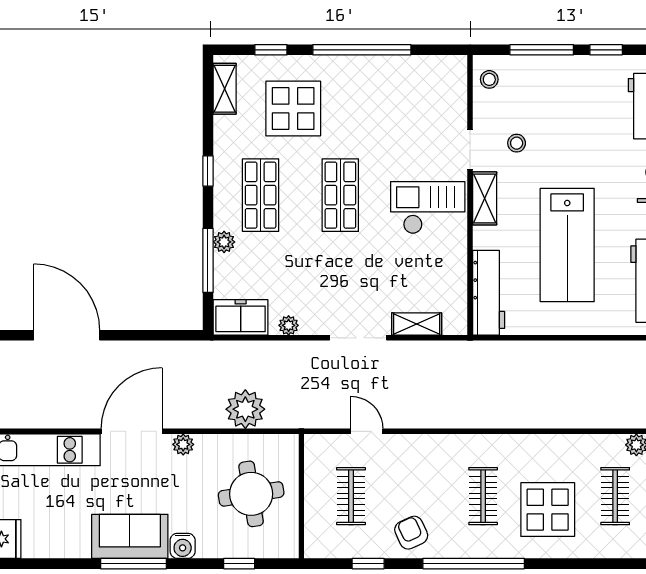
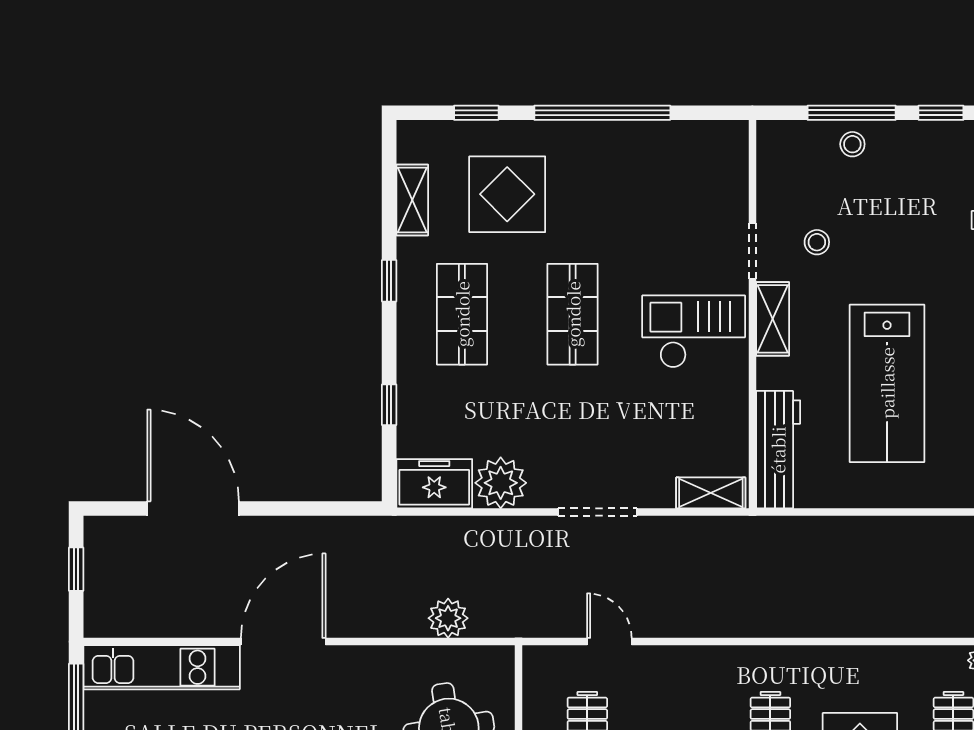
stool: (489, 79) -> (852, 144), moved
shelving: (225, 89) -> (412, 200), moved
plant: (224, 242) -> (411, 379), removed
window: (208, 260) -> (389, 405), width x0.46
shelving: (417, 324) -> (711, 493), moved
plant: (289, 325) -> (501, 483), width x1.88, depth x1.88
plant: (245, 409) -> (448, 618), width x0.73, depth x0.73
plant: (183, 444) -> (355, 660), removed

